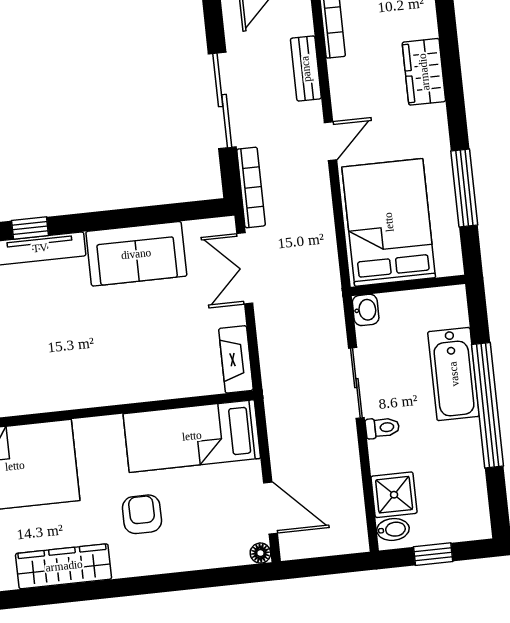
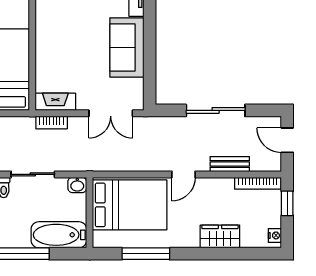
door: (331, 141) -> (184, 174), hinge flipped
bookcase: (251, 187) -> (52, 122), moved, width x0.64
double door: (245, 268) -> (111, 113), swing flipped
bathtub: (454, 374) -> (59, 235), moved

